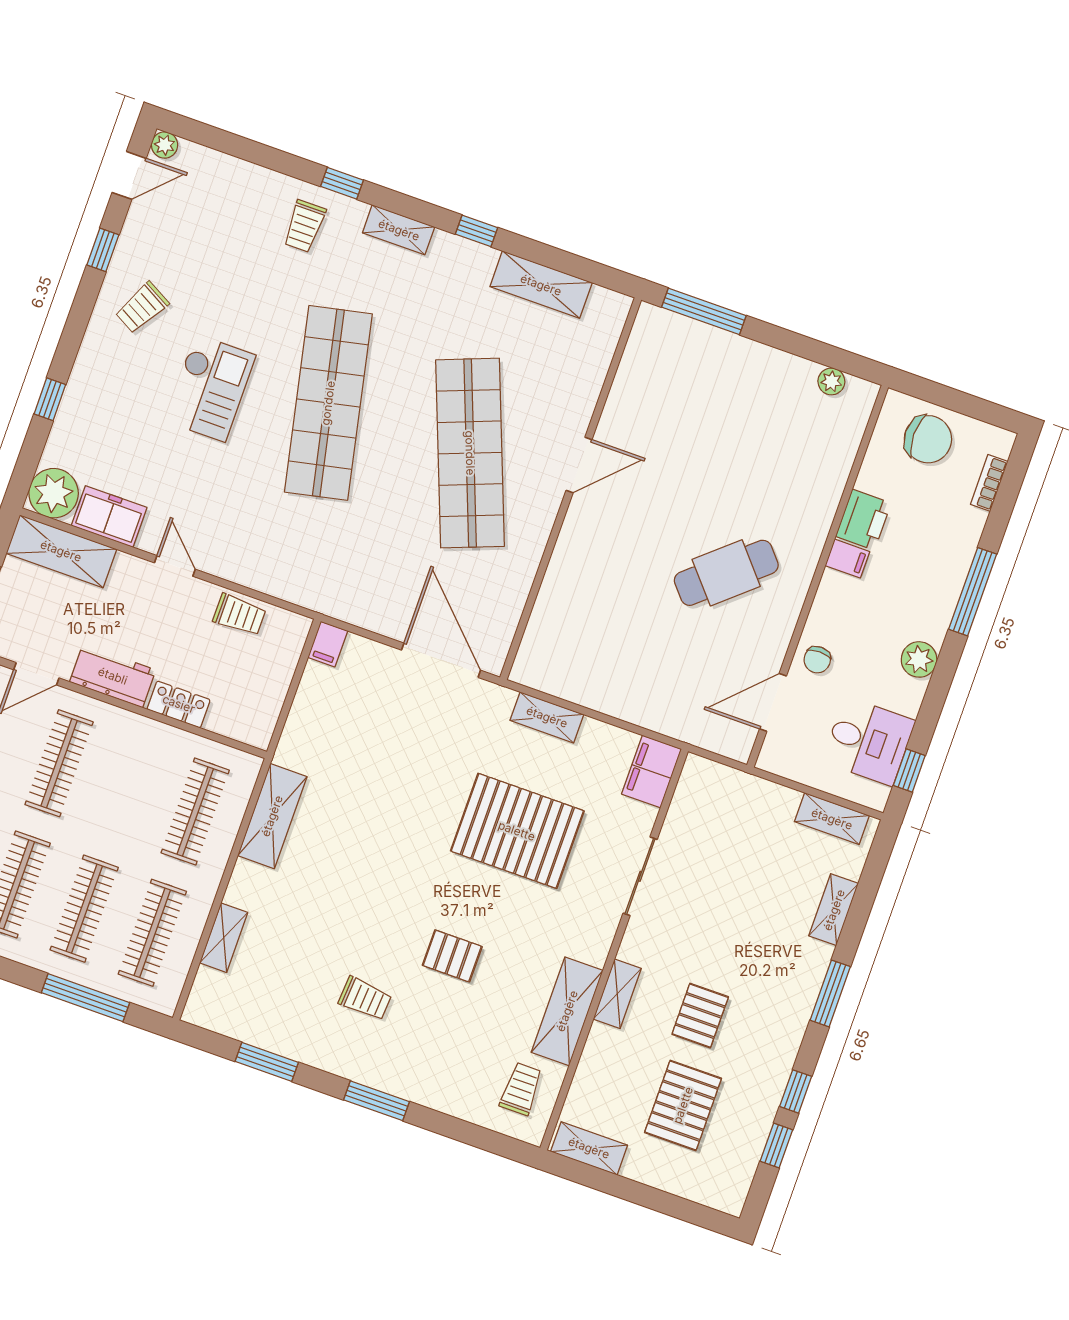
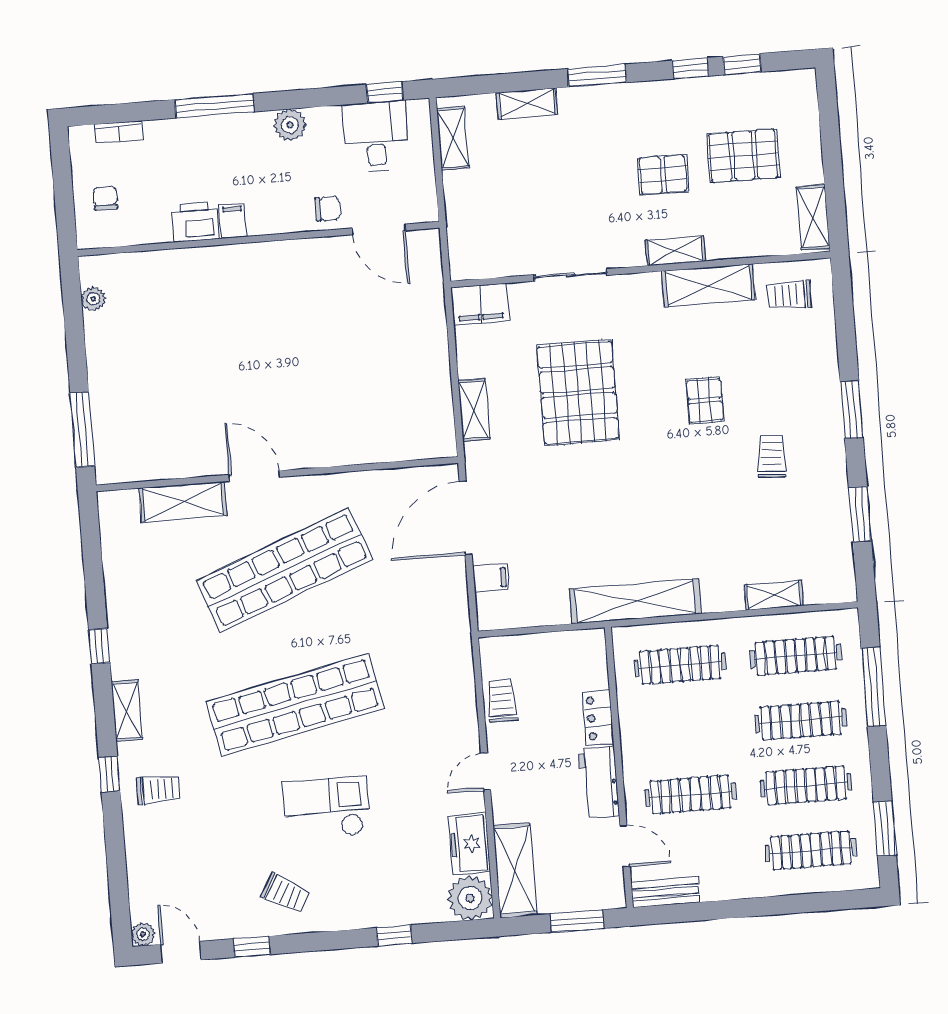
shelving: (541, 285) -> (183, 502), moved, turned 90
chair: (928, 439) -> (105, 198), width x0.54, depth x0.54
cafe table: (726, 573) -> (289, 315), removed
filing cabinet: (328, 644) -> (491, 578), moved
shelving: (272, 816) -> (635, 601), width x1.47

